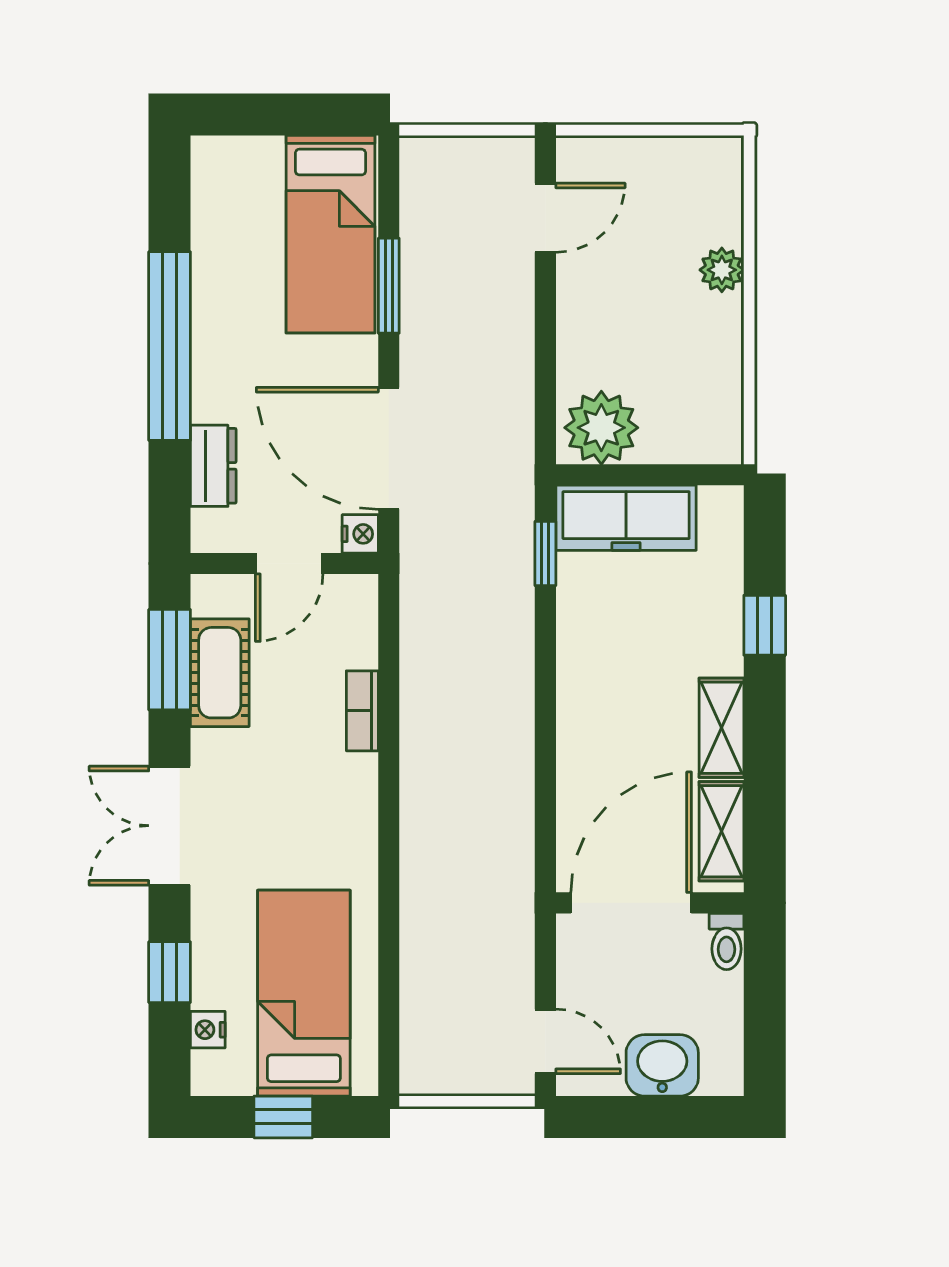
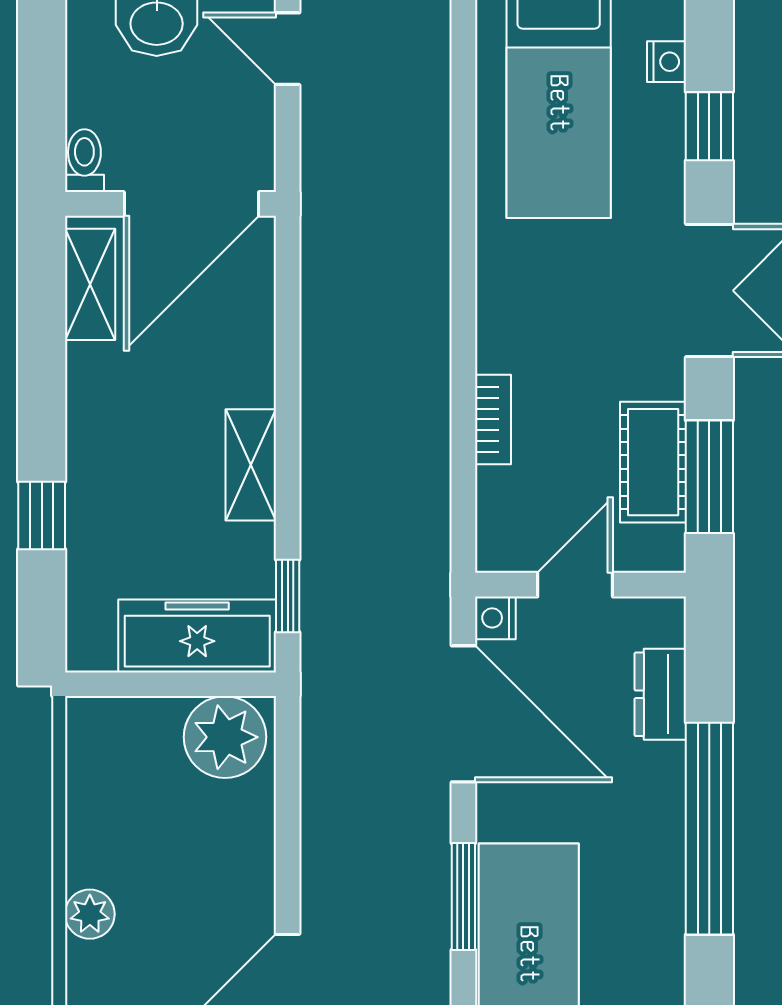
shelving: (721, 728) -> (251, 465), moved

